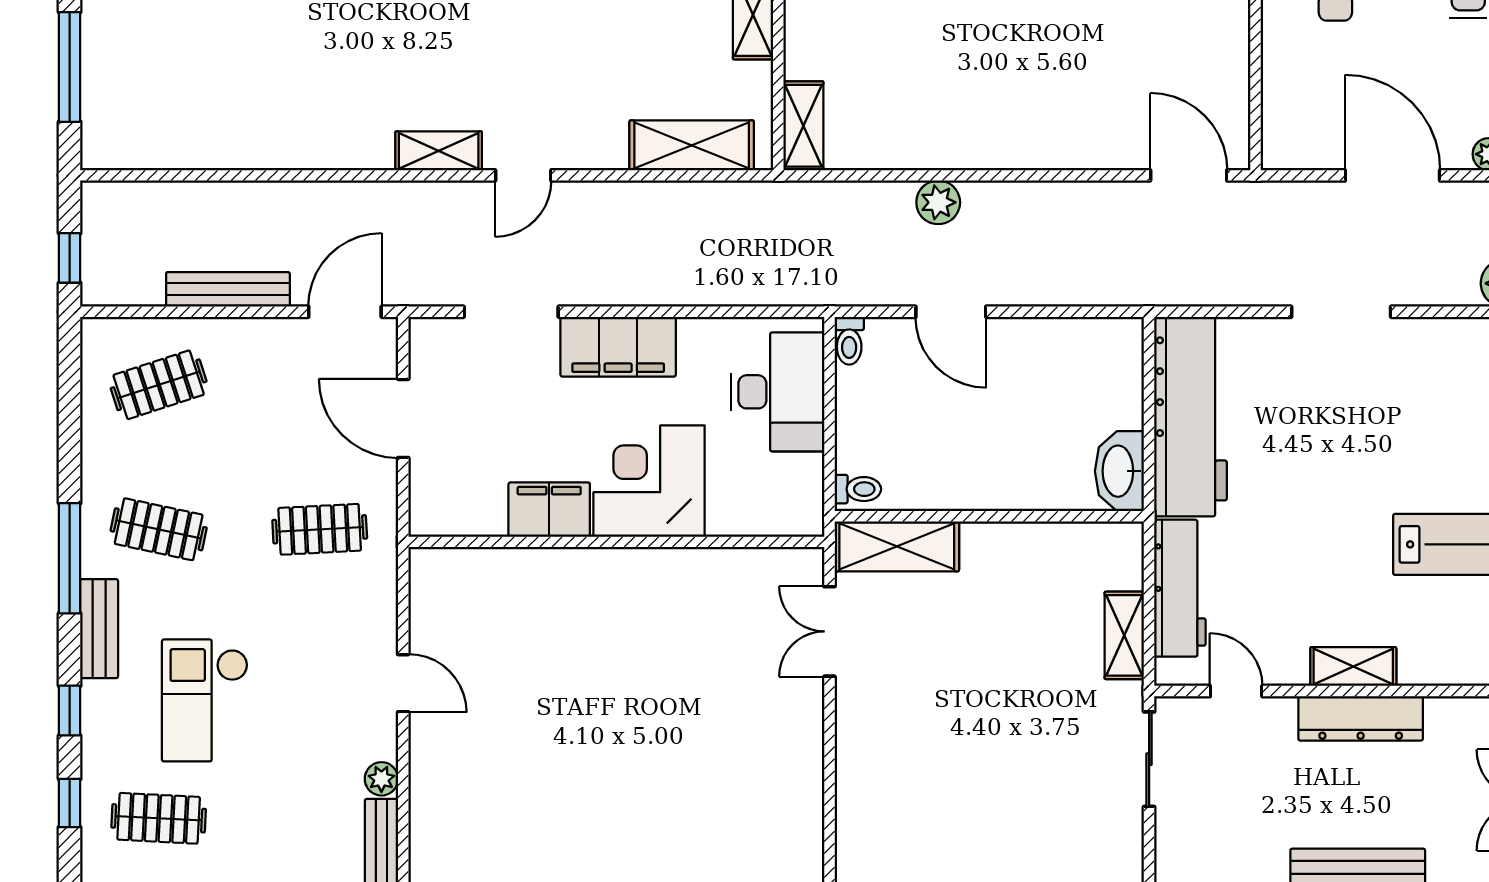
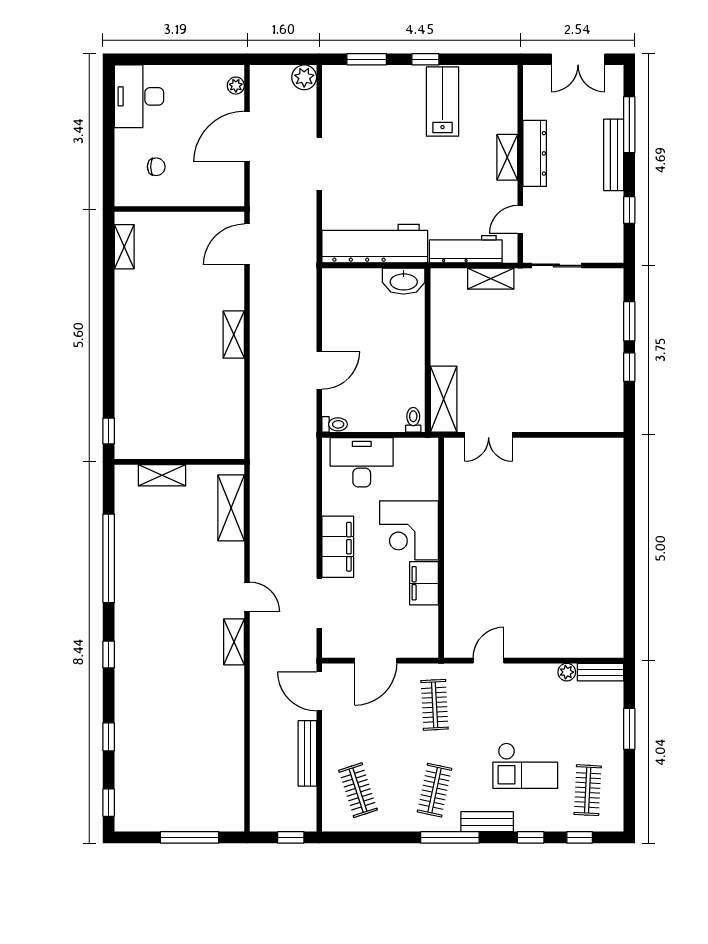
shelving: (803, 126) -> (234, 334), moved, turned 90
plant: (938, 202) -> (261, 377), removed
door: (403, 683) -> (488, 661), moved

